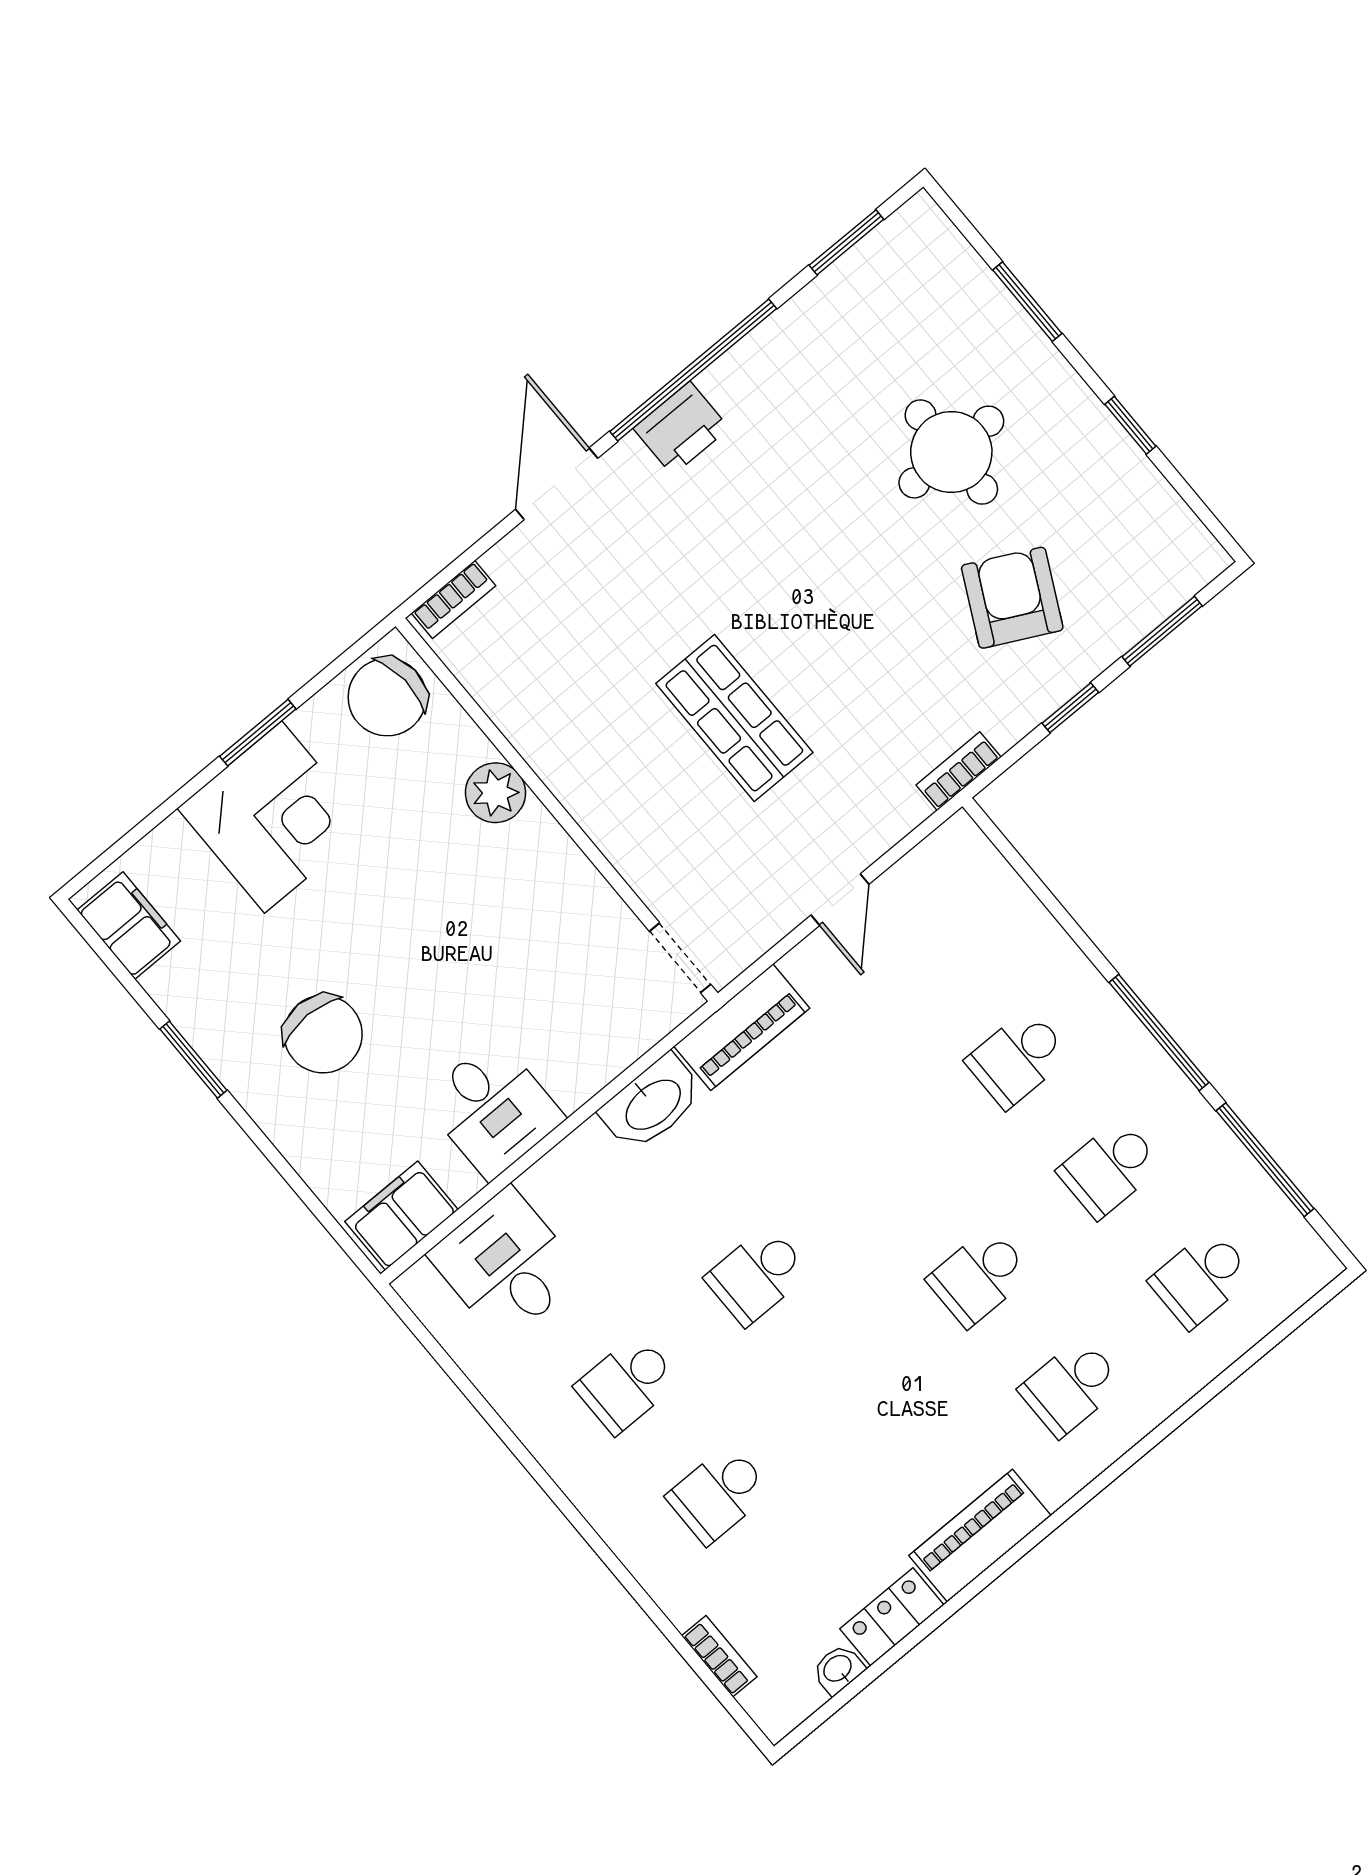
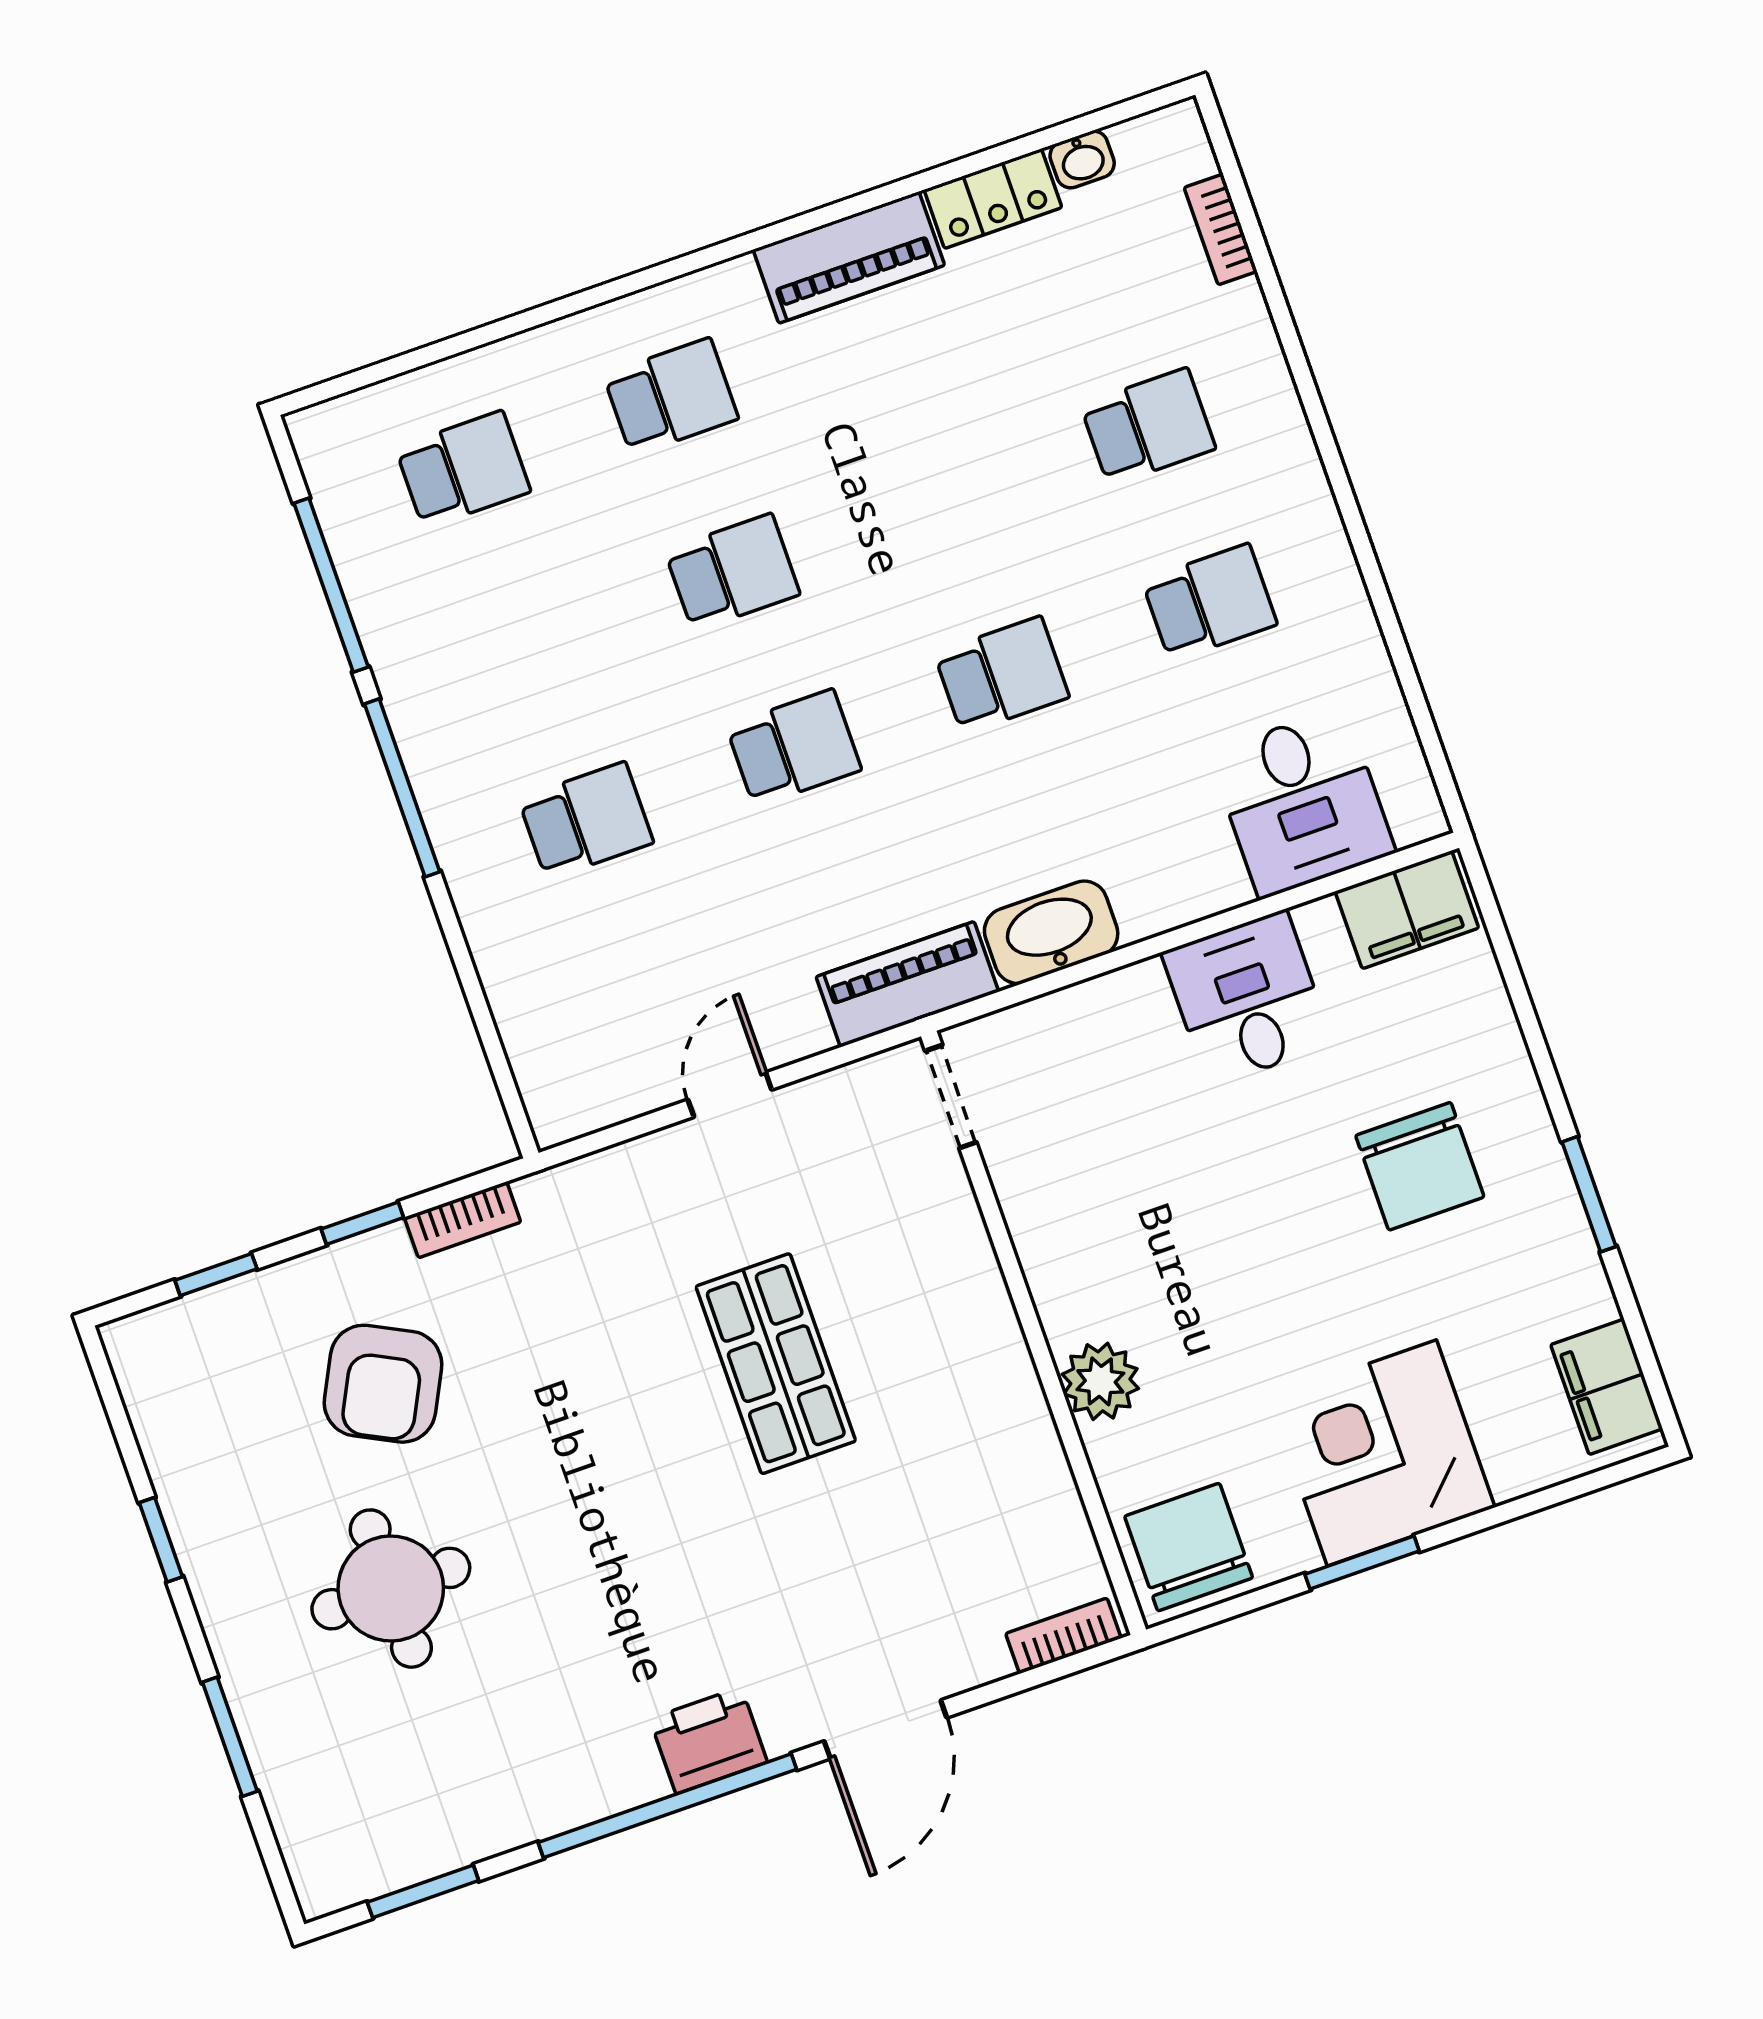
window: (1162, 631) -> (216, 1275), width x0.67
chair: (387, 697) -> (1189, 1547), turned -86
bookcase: (959, 771) -> (463, 1220), moved
chair: (323, 1034) -> (1420, 1166), turned 180
school desk: (1109, 1168) -> (794, 748), moved

